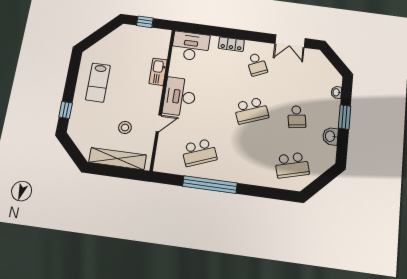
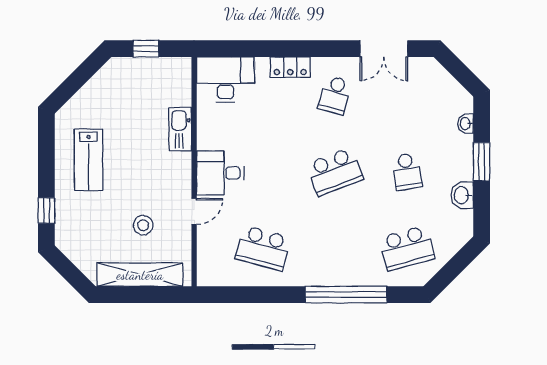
school desk: (257, 64) -> (335, 95), turned 39
desk: (180, 97) -> (220, 173), width x0.73
school desk: (199, 152) -> (263, 248), turned 36
window: (210, 185) -> (346, 295), moved

